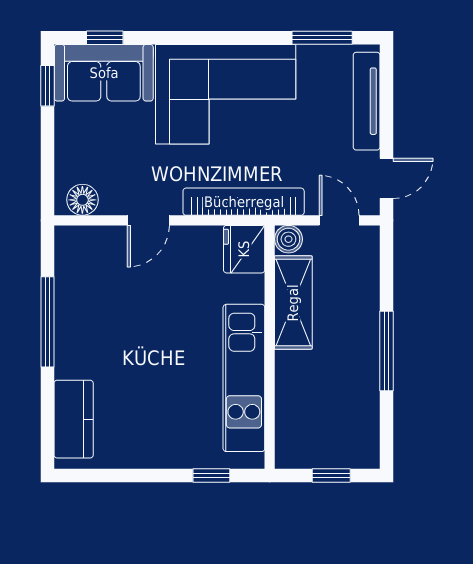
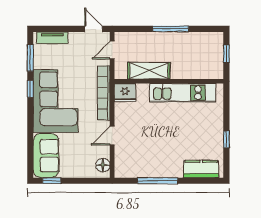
window: (105, 38) -> (30, 89), moved
tv unit: (367, 101) -> (52, 38), width x0.71
door: (148, 220) -> (112, 136), swing flipped
boiler: (288, 239) -> (121, 73), removed
window: (211, 475) -> (226, 139), moved

